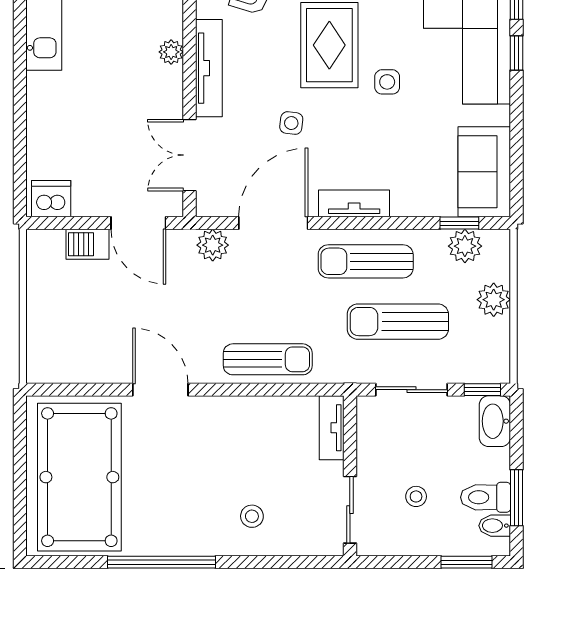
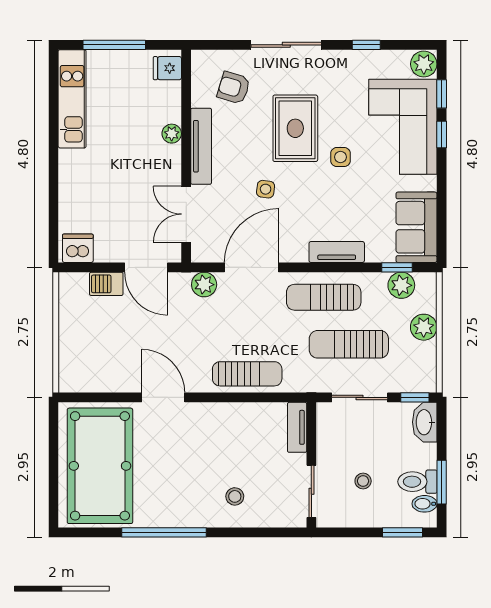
tv unit: (354, 203) -> (337, 252), moved

